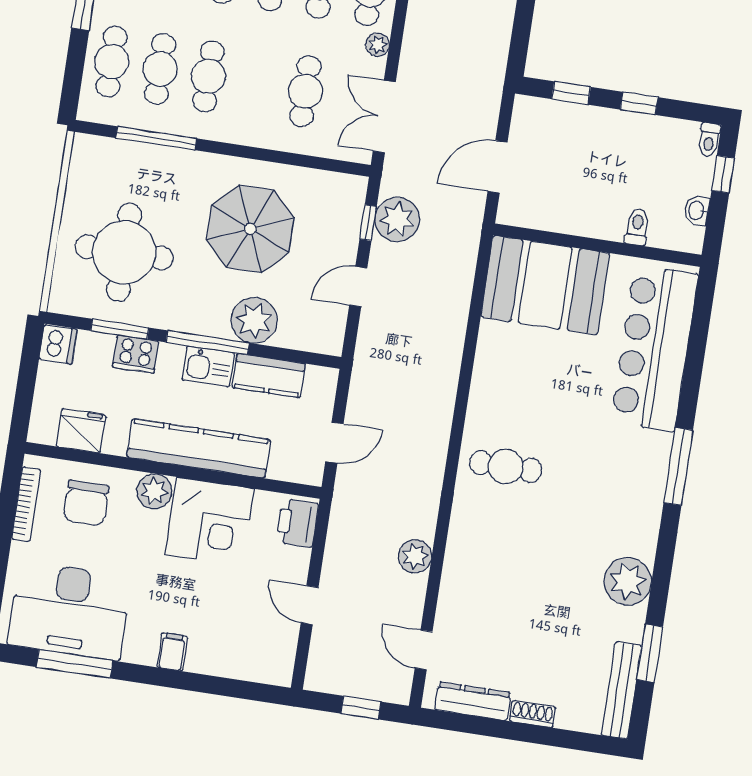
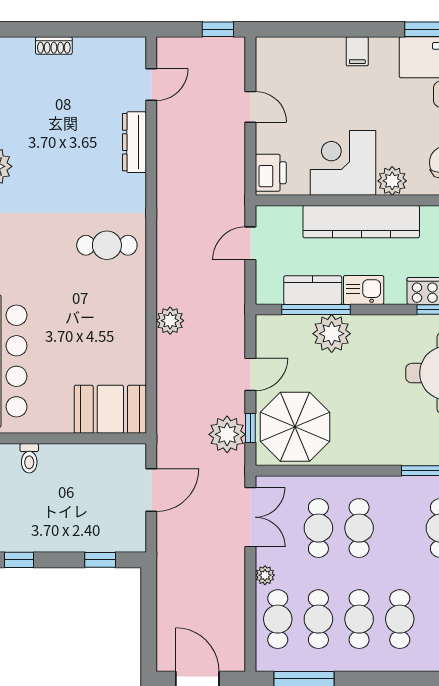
cafe table: (209, 76) -> (359, 528), moved
window: (639, 103) -> (19, 560), moved
parasol: (250, 229) -> (295, 427), moved
booth: (545, 285) -> (110, 409), width x0.73, depth x0.70
window: (208, 343) -> (316, 309), moved
plant: (415, 556) -> (170, 321), moved
door: (424, 650) -> (151, 85), hinge flipped
dresser: (473, 701) -> (134, 142), moved, turned 90
window: (361, 708) -> (218, 29), moved

